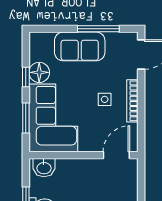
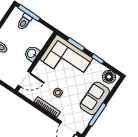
floor lamp: (39, 72) -> (109, 77), moved
door: (116, 155) -> (24, 79), hinge flipped
washbasin: (44, 168) -> (32, 53), moved

